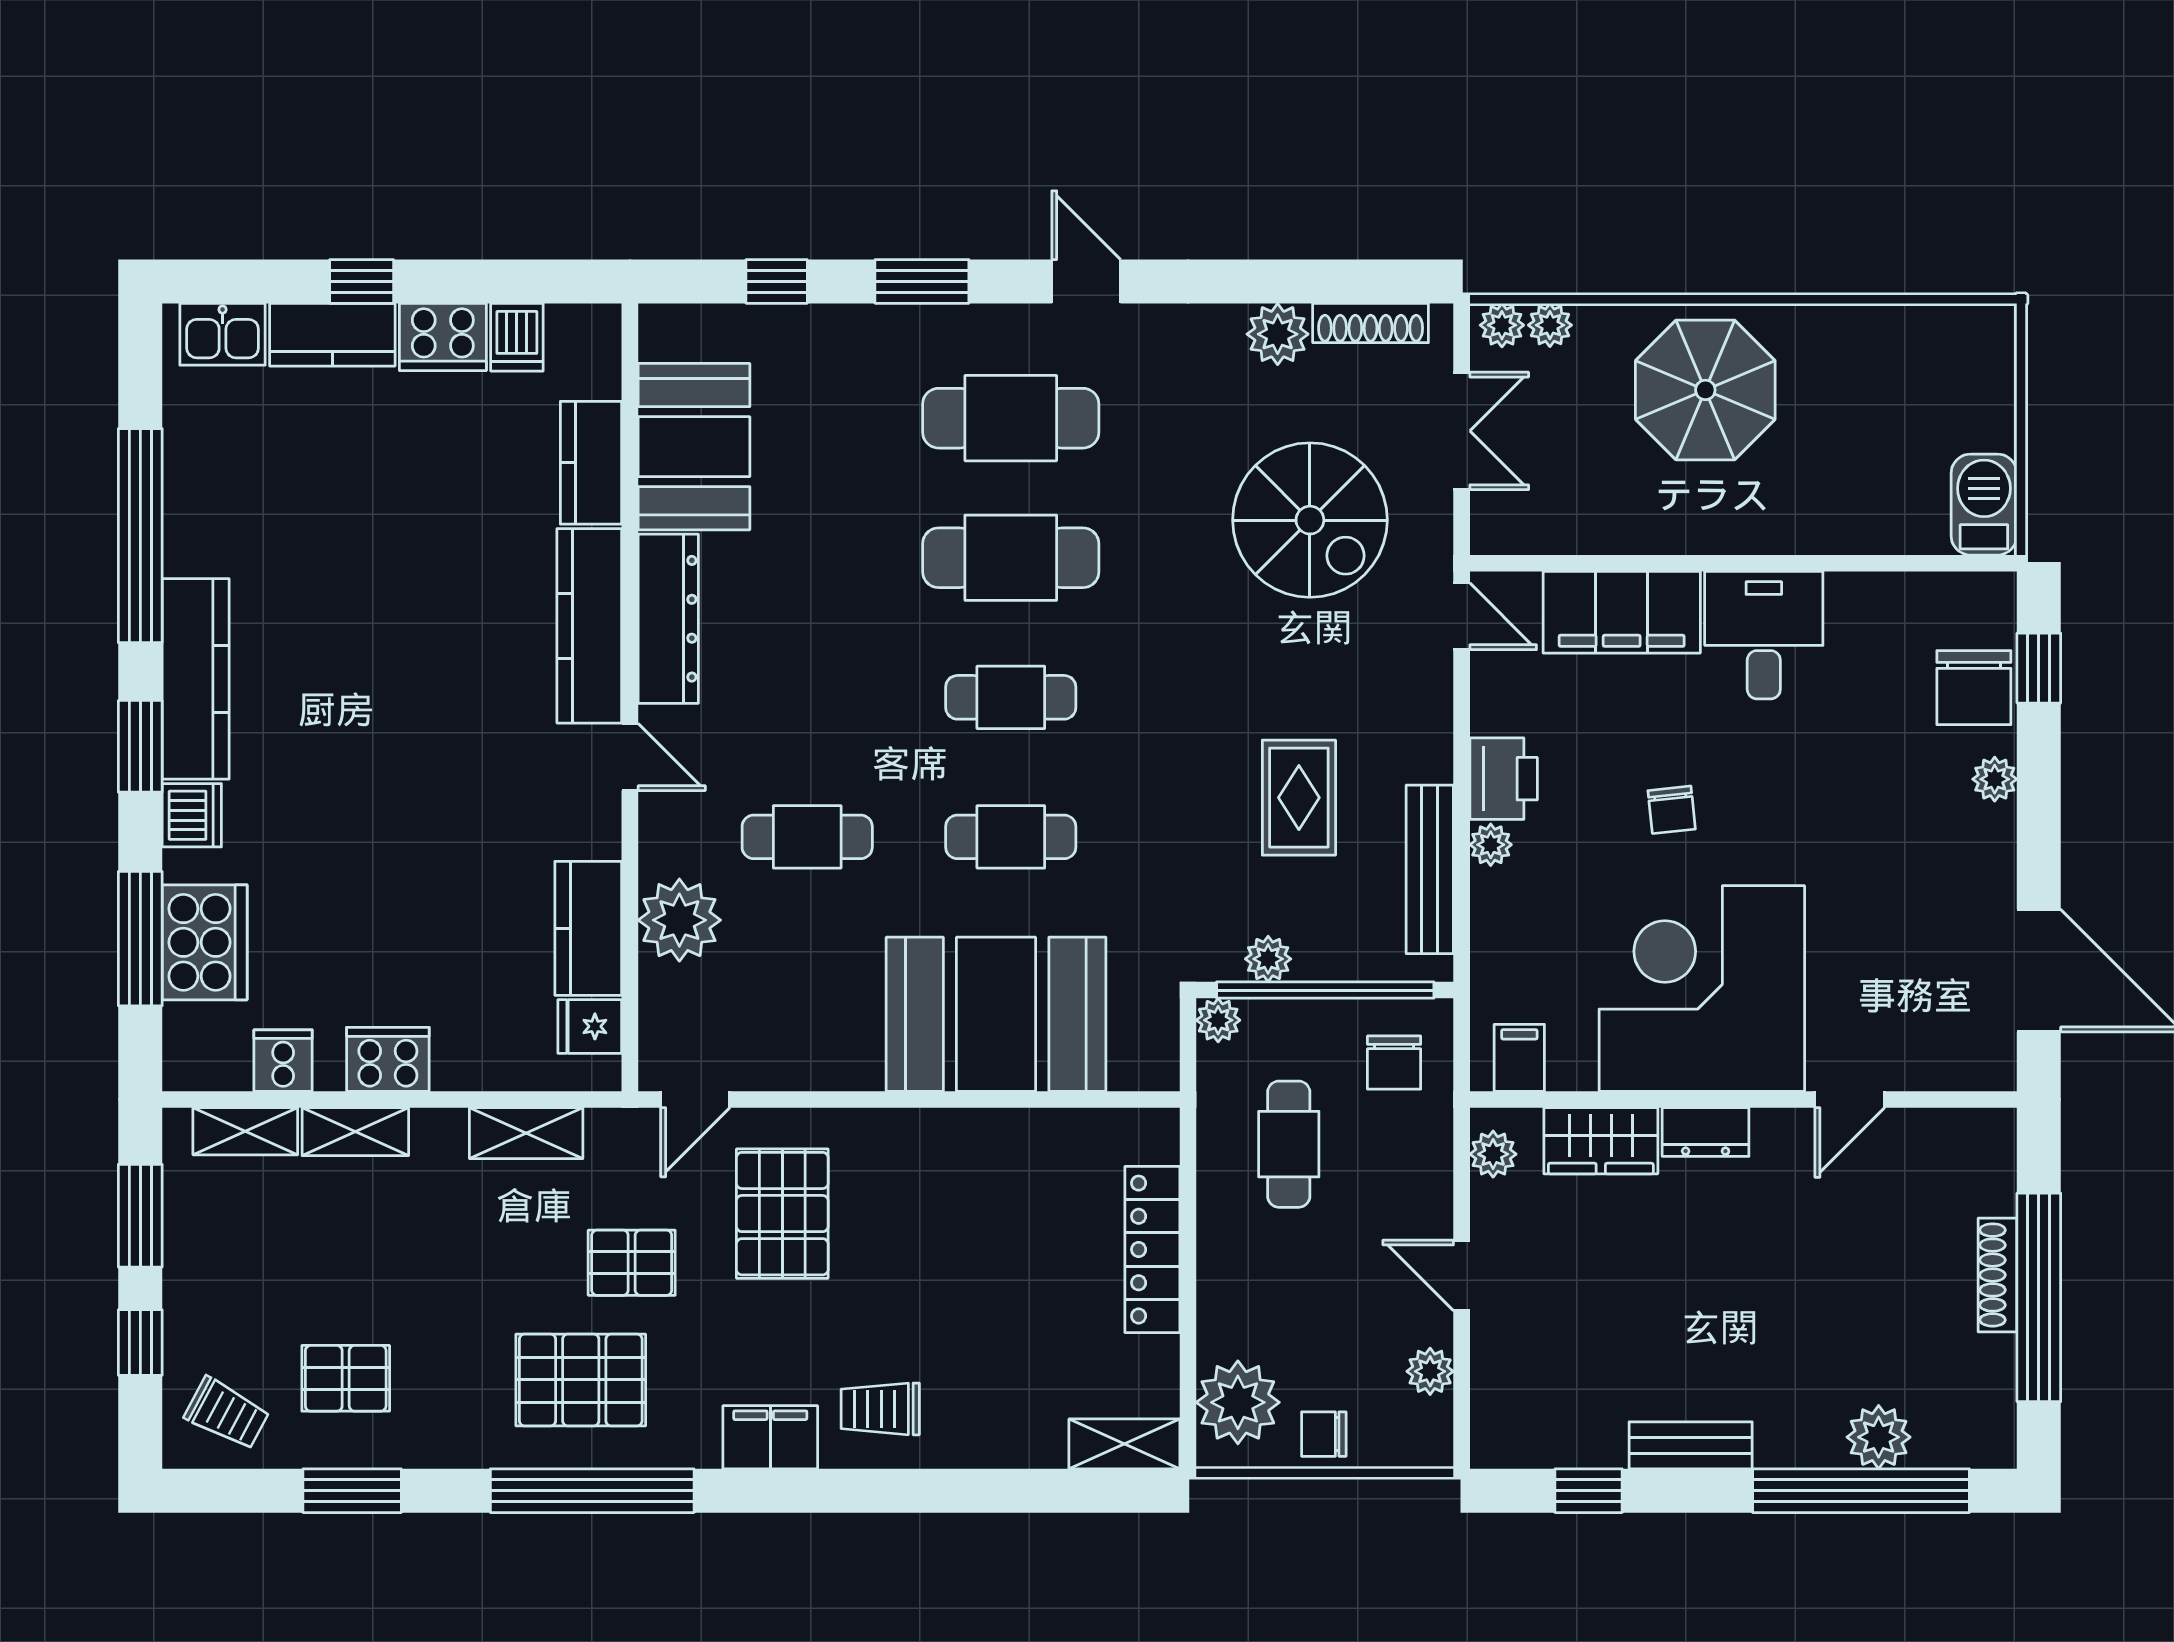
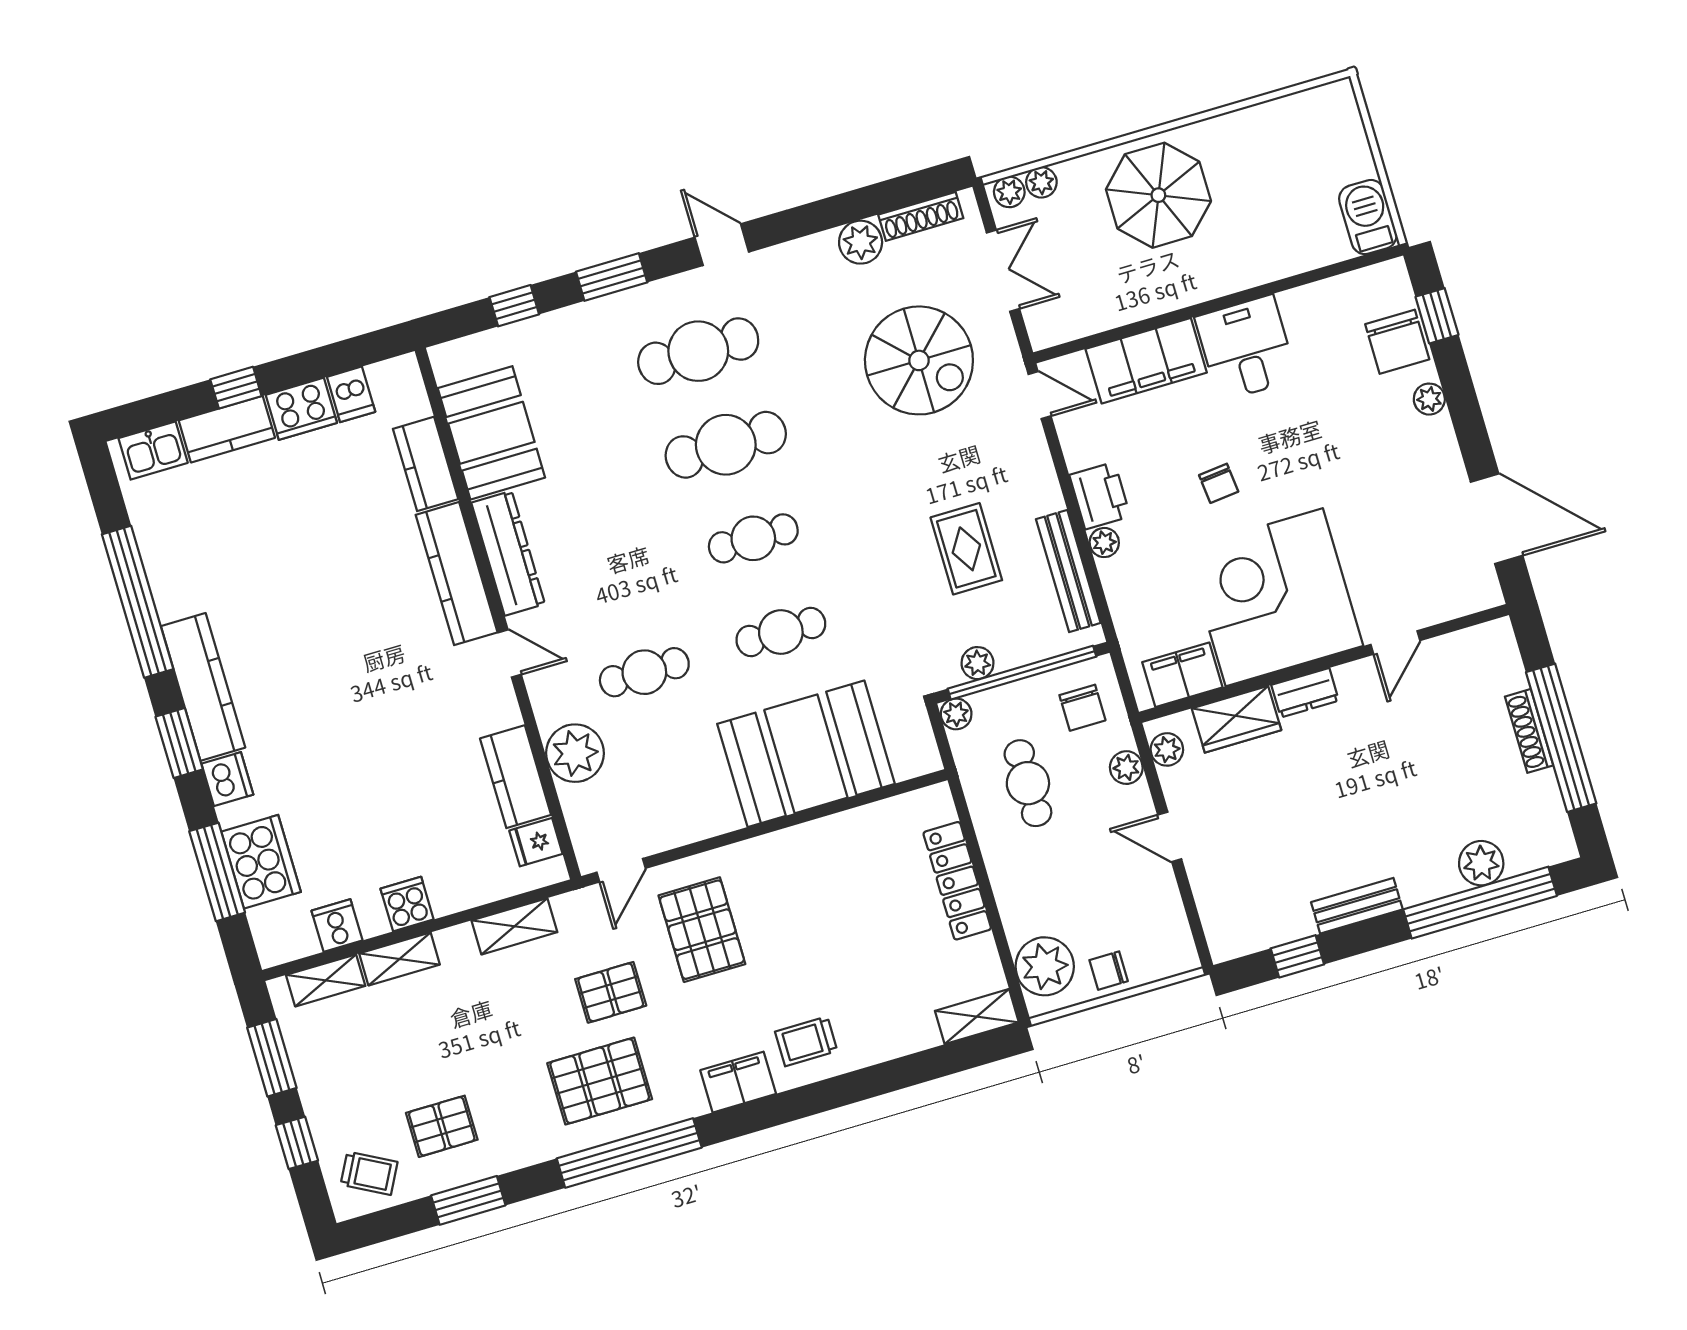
filing cabinet: (1519, 1058) -> (1182, 675), width x2.00
cooker: (388, 1059) -> (407, 904), width x0.73
plant: (1430, 1371) -> (1126, 768), moved

